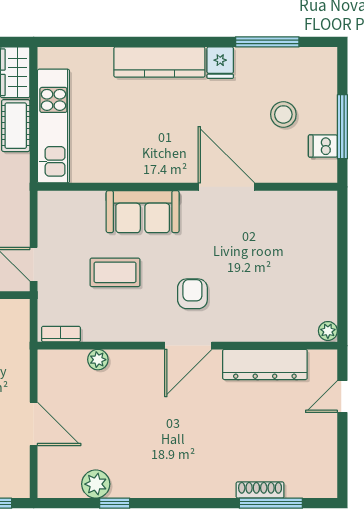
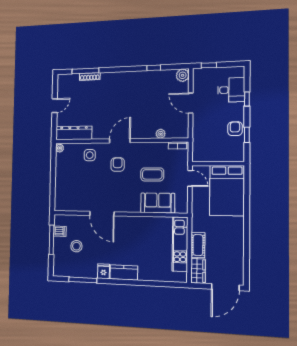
kitchen counter: (159, 62) -> (124, 272), width x0.67
sofa: (143, 212) -> (158, 203), moved
armchair: (192, 294) -> (118, 164), turned 180
side table: (257, 315) -> (90, 155), added
dresser: (265, 364) -> (74, 133), moved
door: (342, 397) -> (55, 106), moved
plant: (96, 484) -> (183, 75), moved

